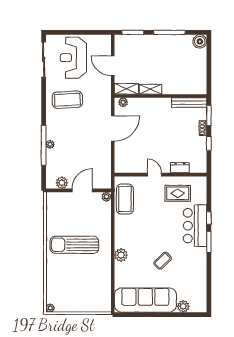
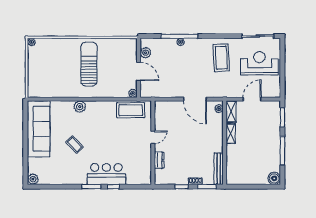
rug: (178, 193) -> (136, 158), removed
plant: (183, 306) -> (33, 179), moved

